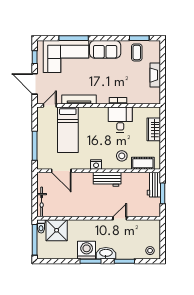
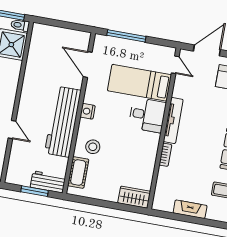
tv unit: (79, 99) -> (173, 121), moved
desk: (120, 119) -> (147, 115), moved
wardrobe: (154, 129) -> (134, 197), moved
door: (61, 171) -> (88, 65), hinge flipped
workbench: (107, 179) -> (63, 122), width x1.88, depth x1.32
bicycle: (42, 202) -> (52, 32), removed

